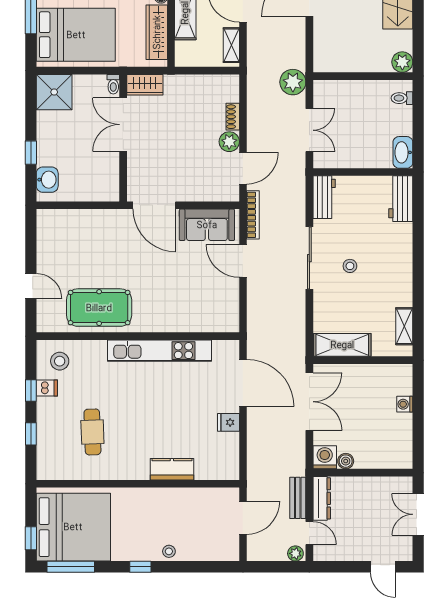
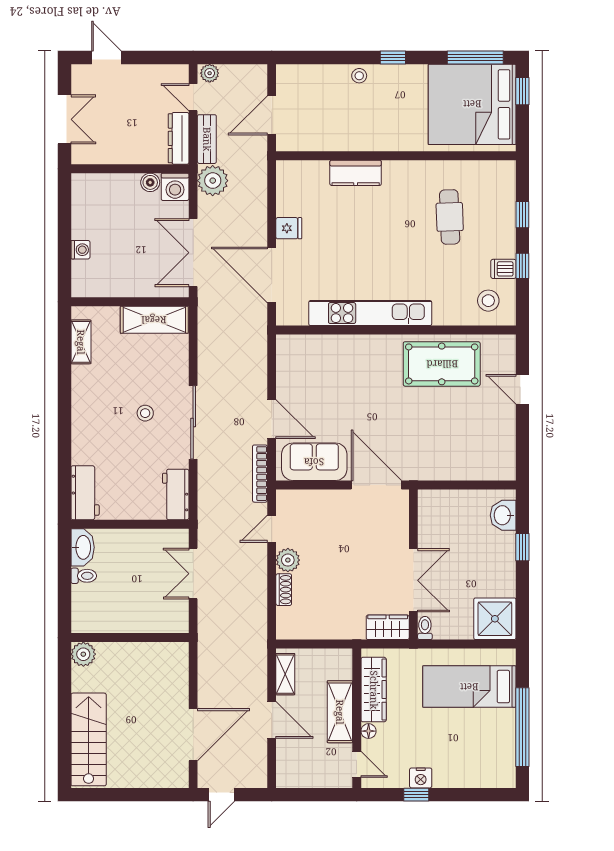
bed: (76, 35) -> (469, 687), width x0.67
plant: (293, 82) -> (213, 181), moved
toilet: (402, 98) -> (84, 576), moved
door: (243, 168) -> (272, 529), width x0.73

